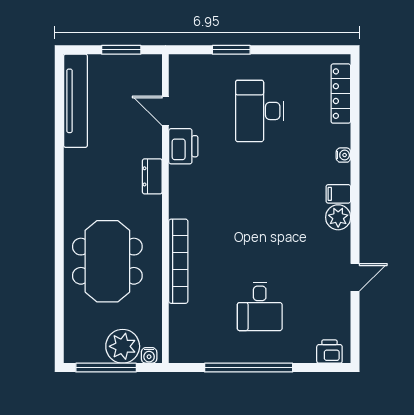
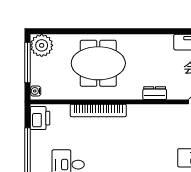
printer: (183, 146) -> (40, 118), moved, turned -90
plant: (123, 346) -> (42, 45), moved

